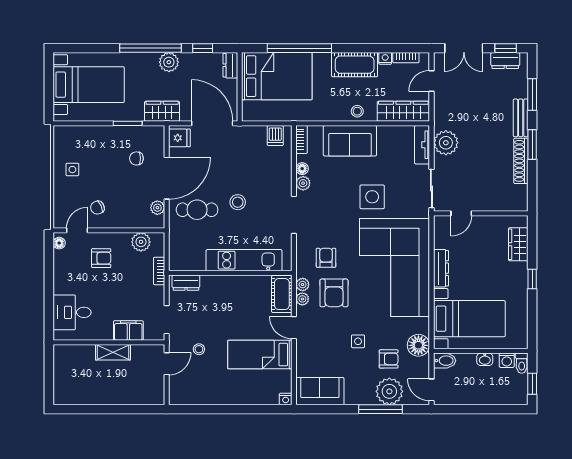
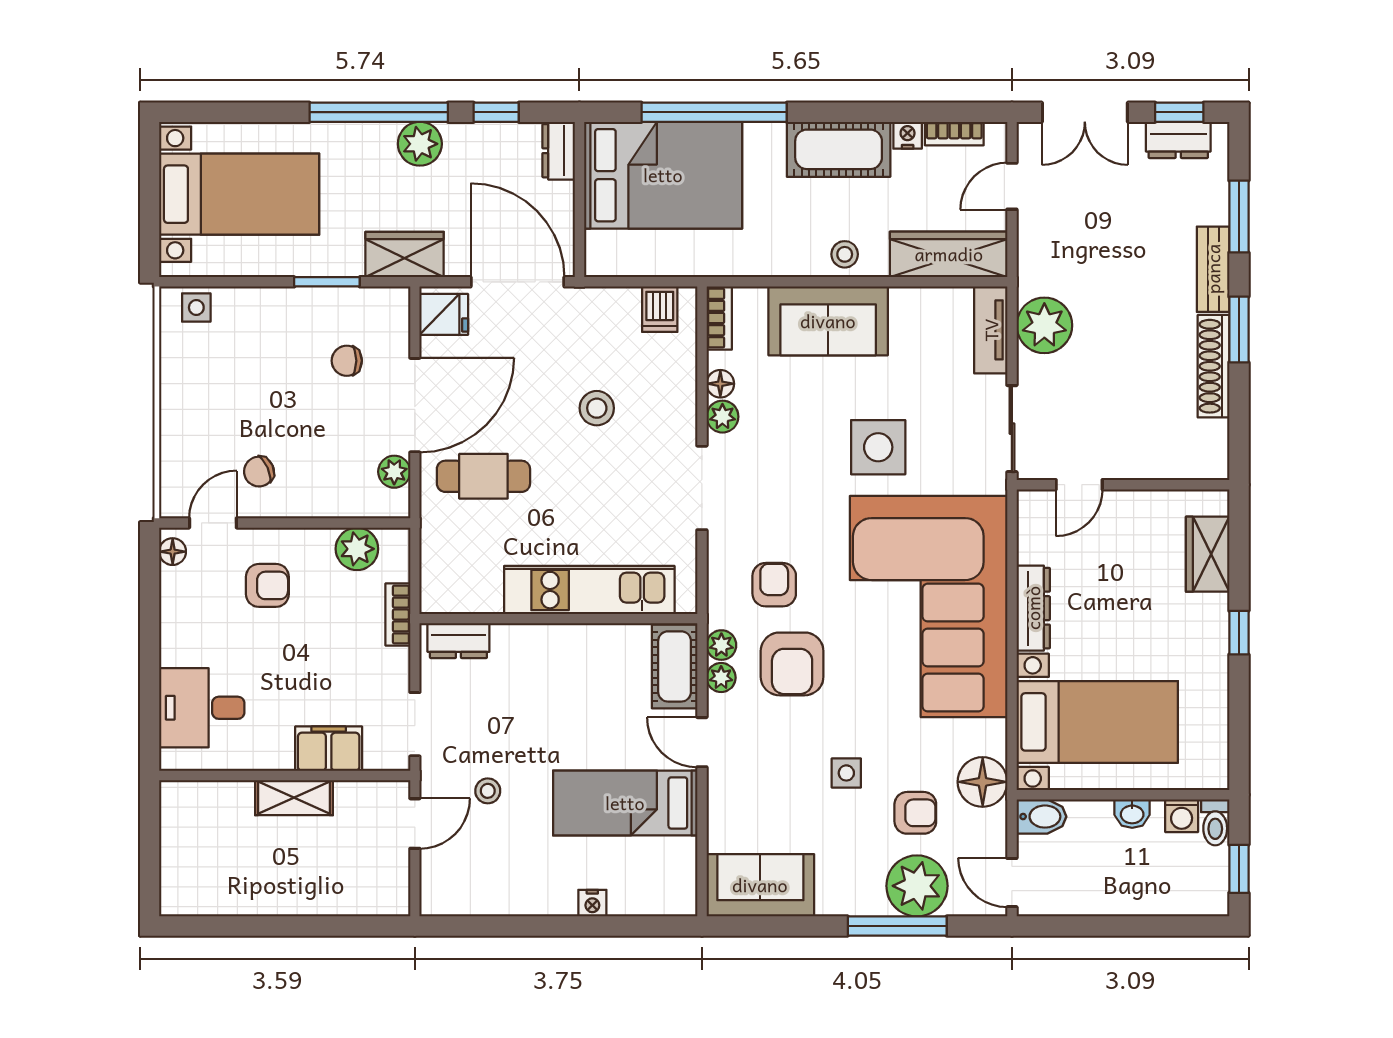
side table: (72, 170) -> (196, 307), moved
stool: (238, 202) -> (597, 408), moved
nightstand: (286, 399) -> (592, 903), moved

